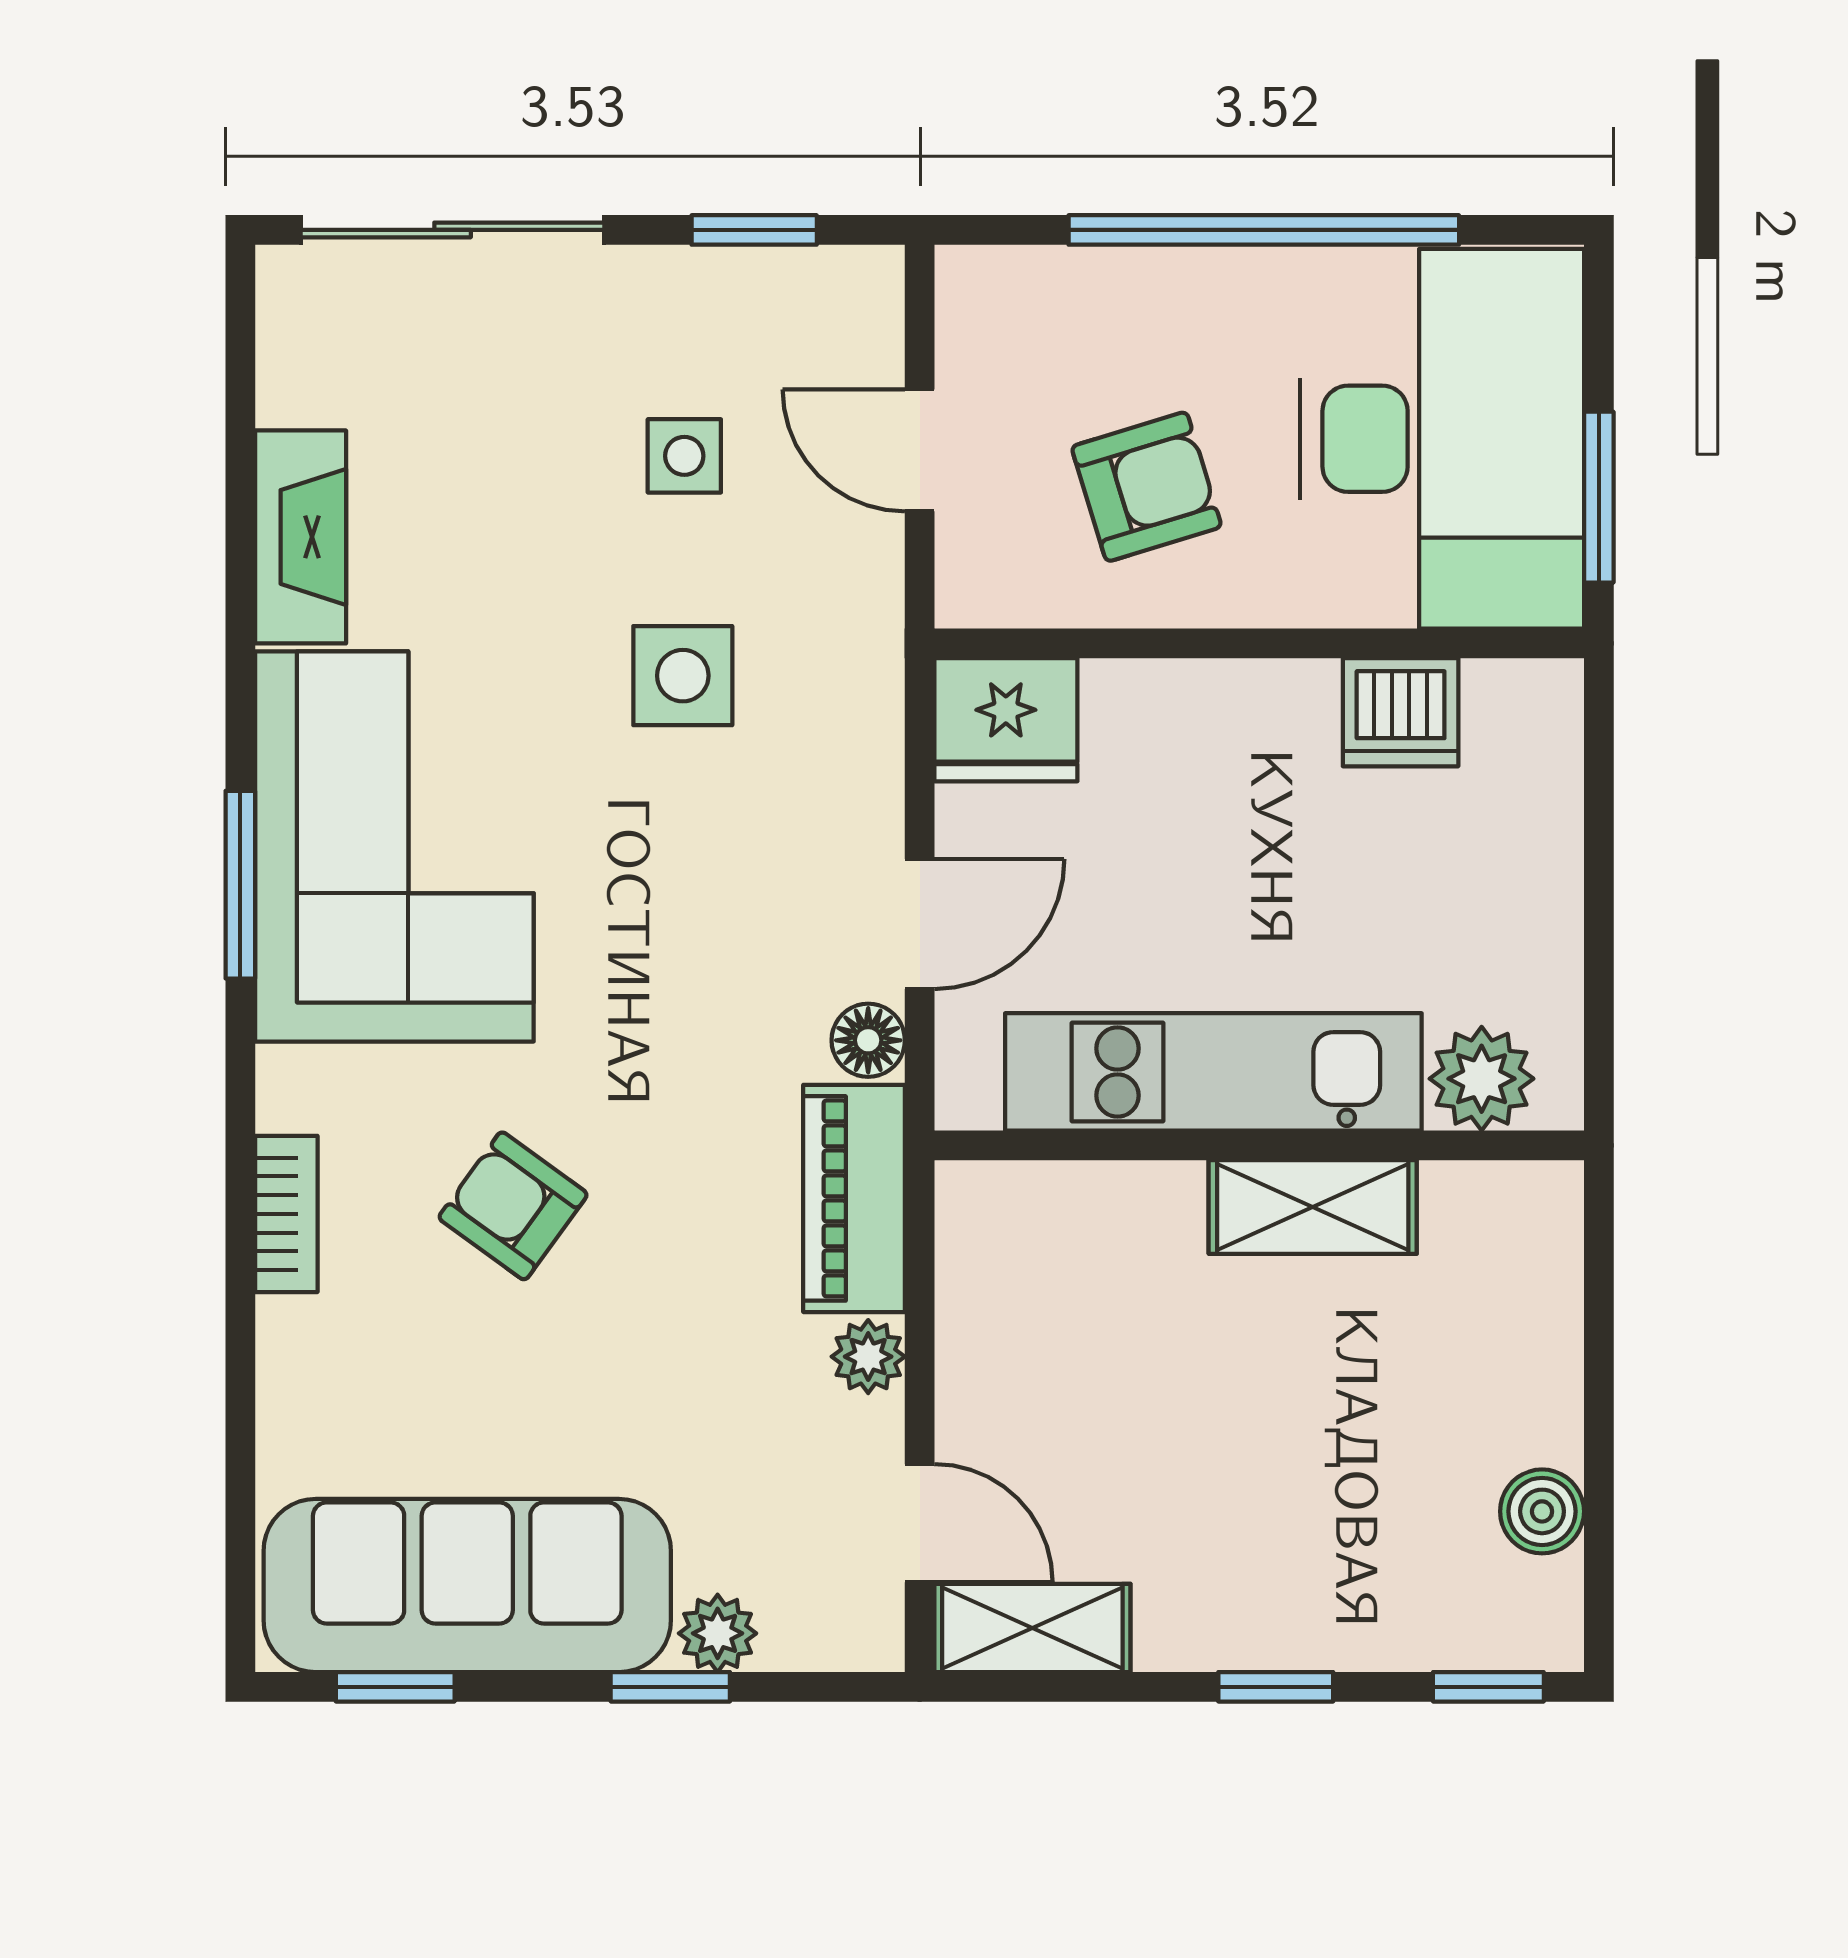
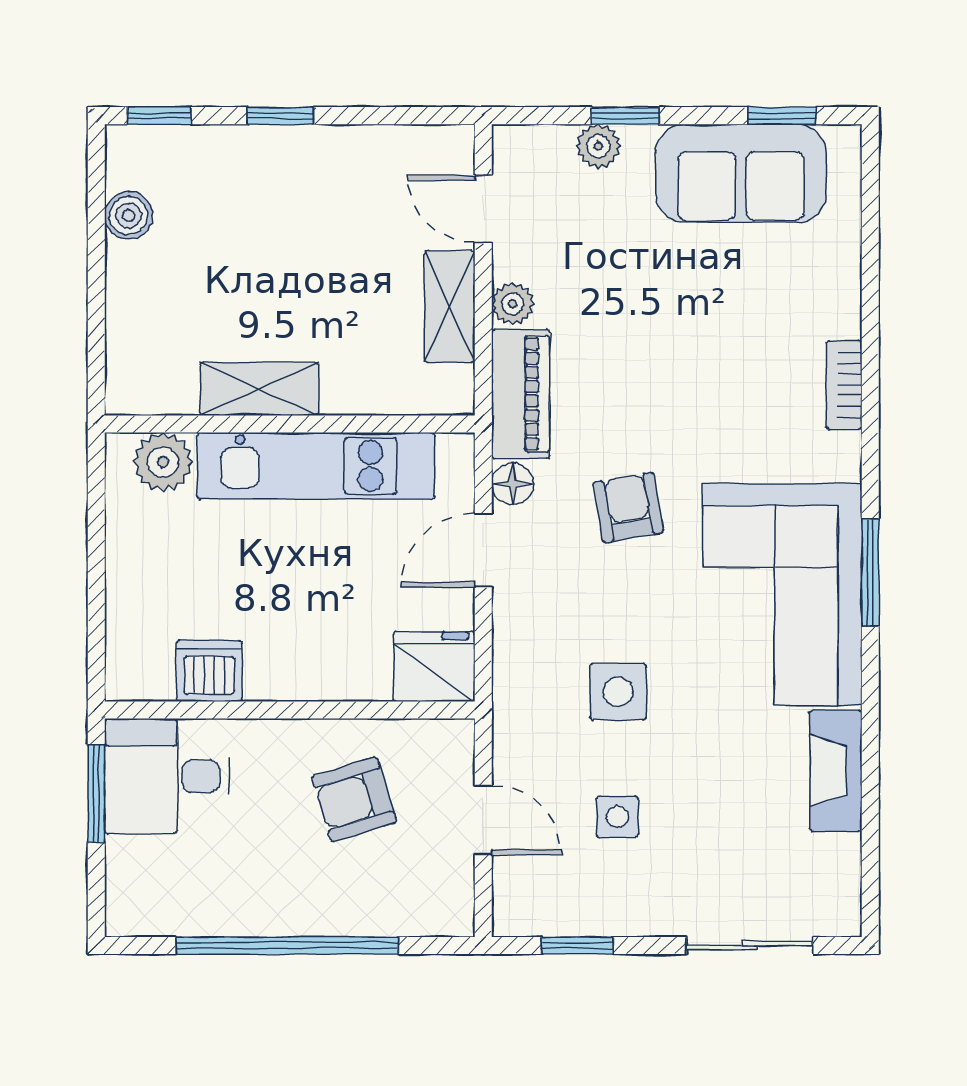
sliding door: (453, 230) -> (749, 946), width x0.73
desk: (1442, 439) -> (167, 776), width x0.53, depth x0.77
armchair: (513, 1206) -> (628, 507), moved, turned -136
sofa: (467, 1586) -> (741, 173), width x0.73
shelving: (1032, 1628) -> (450, 307), moved, turned 90

